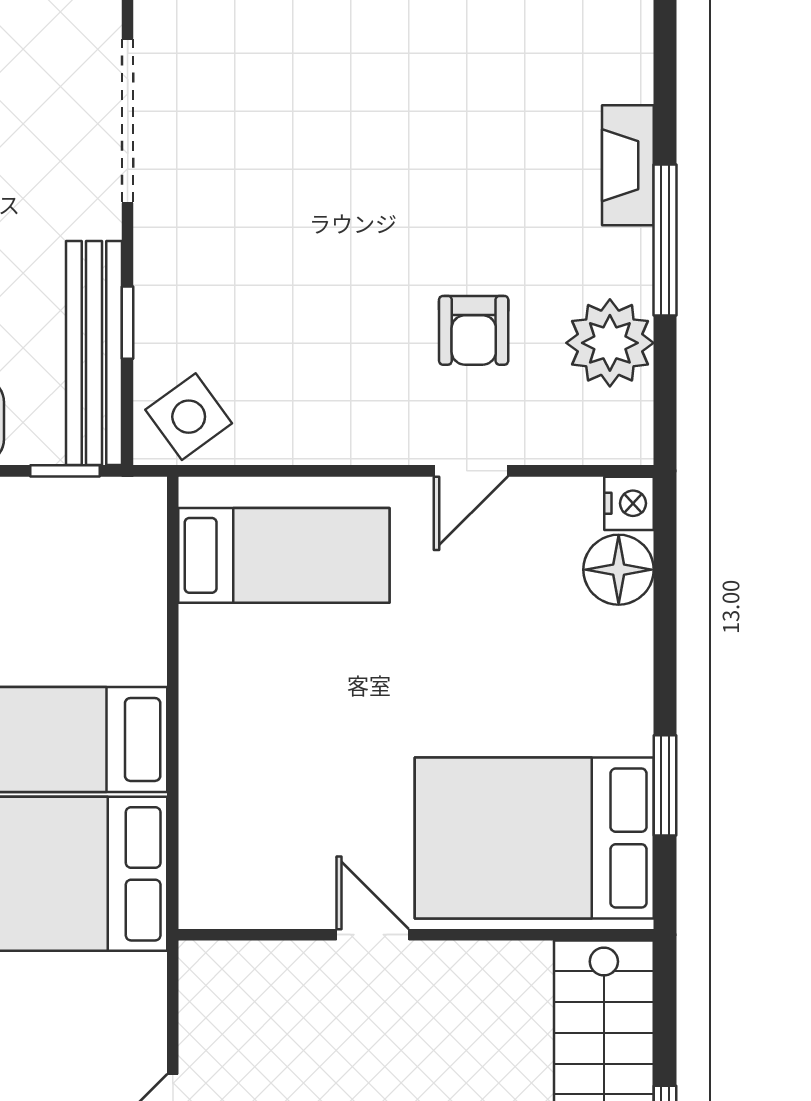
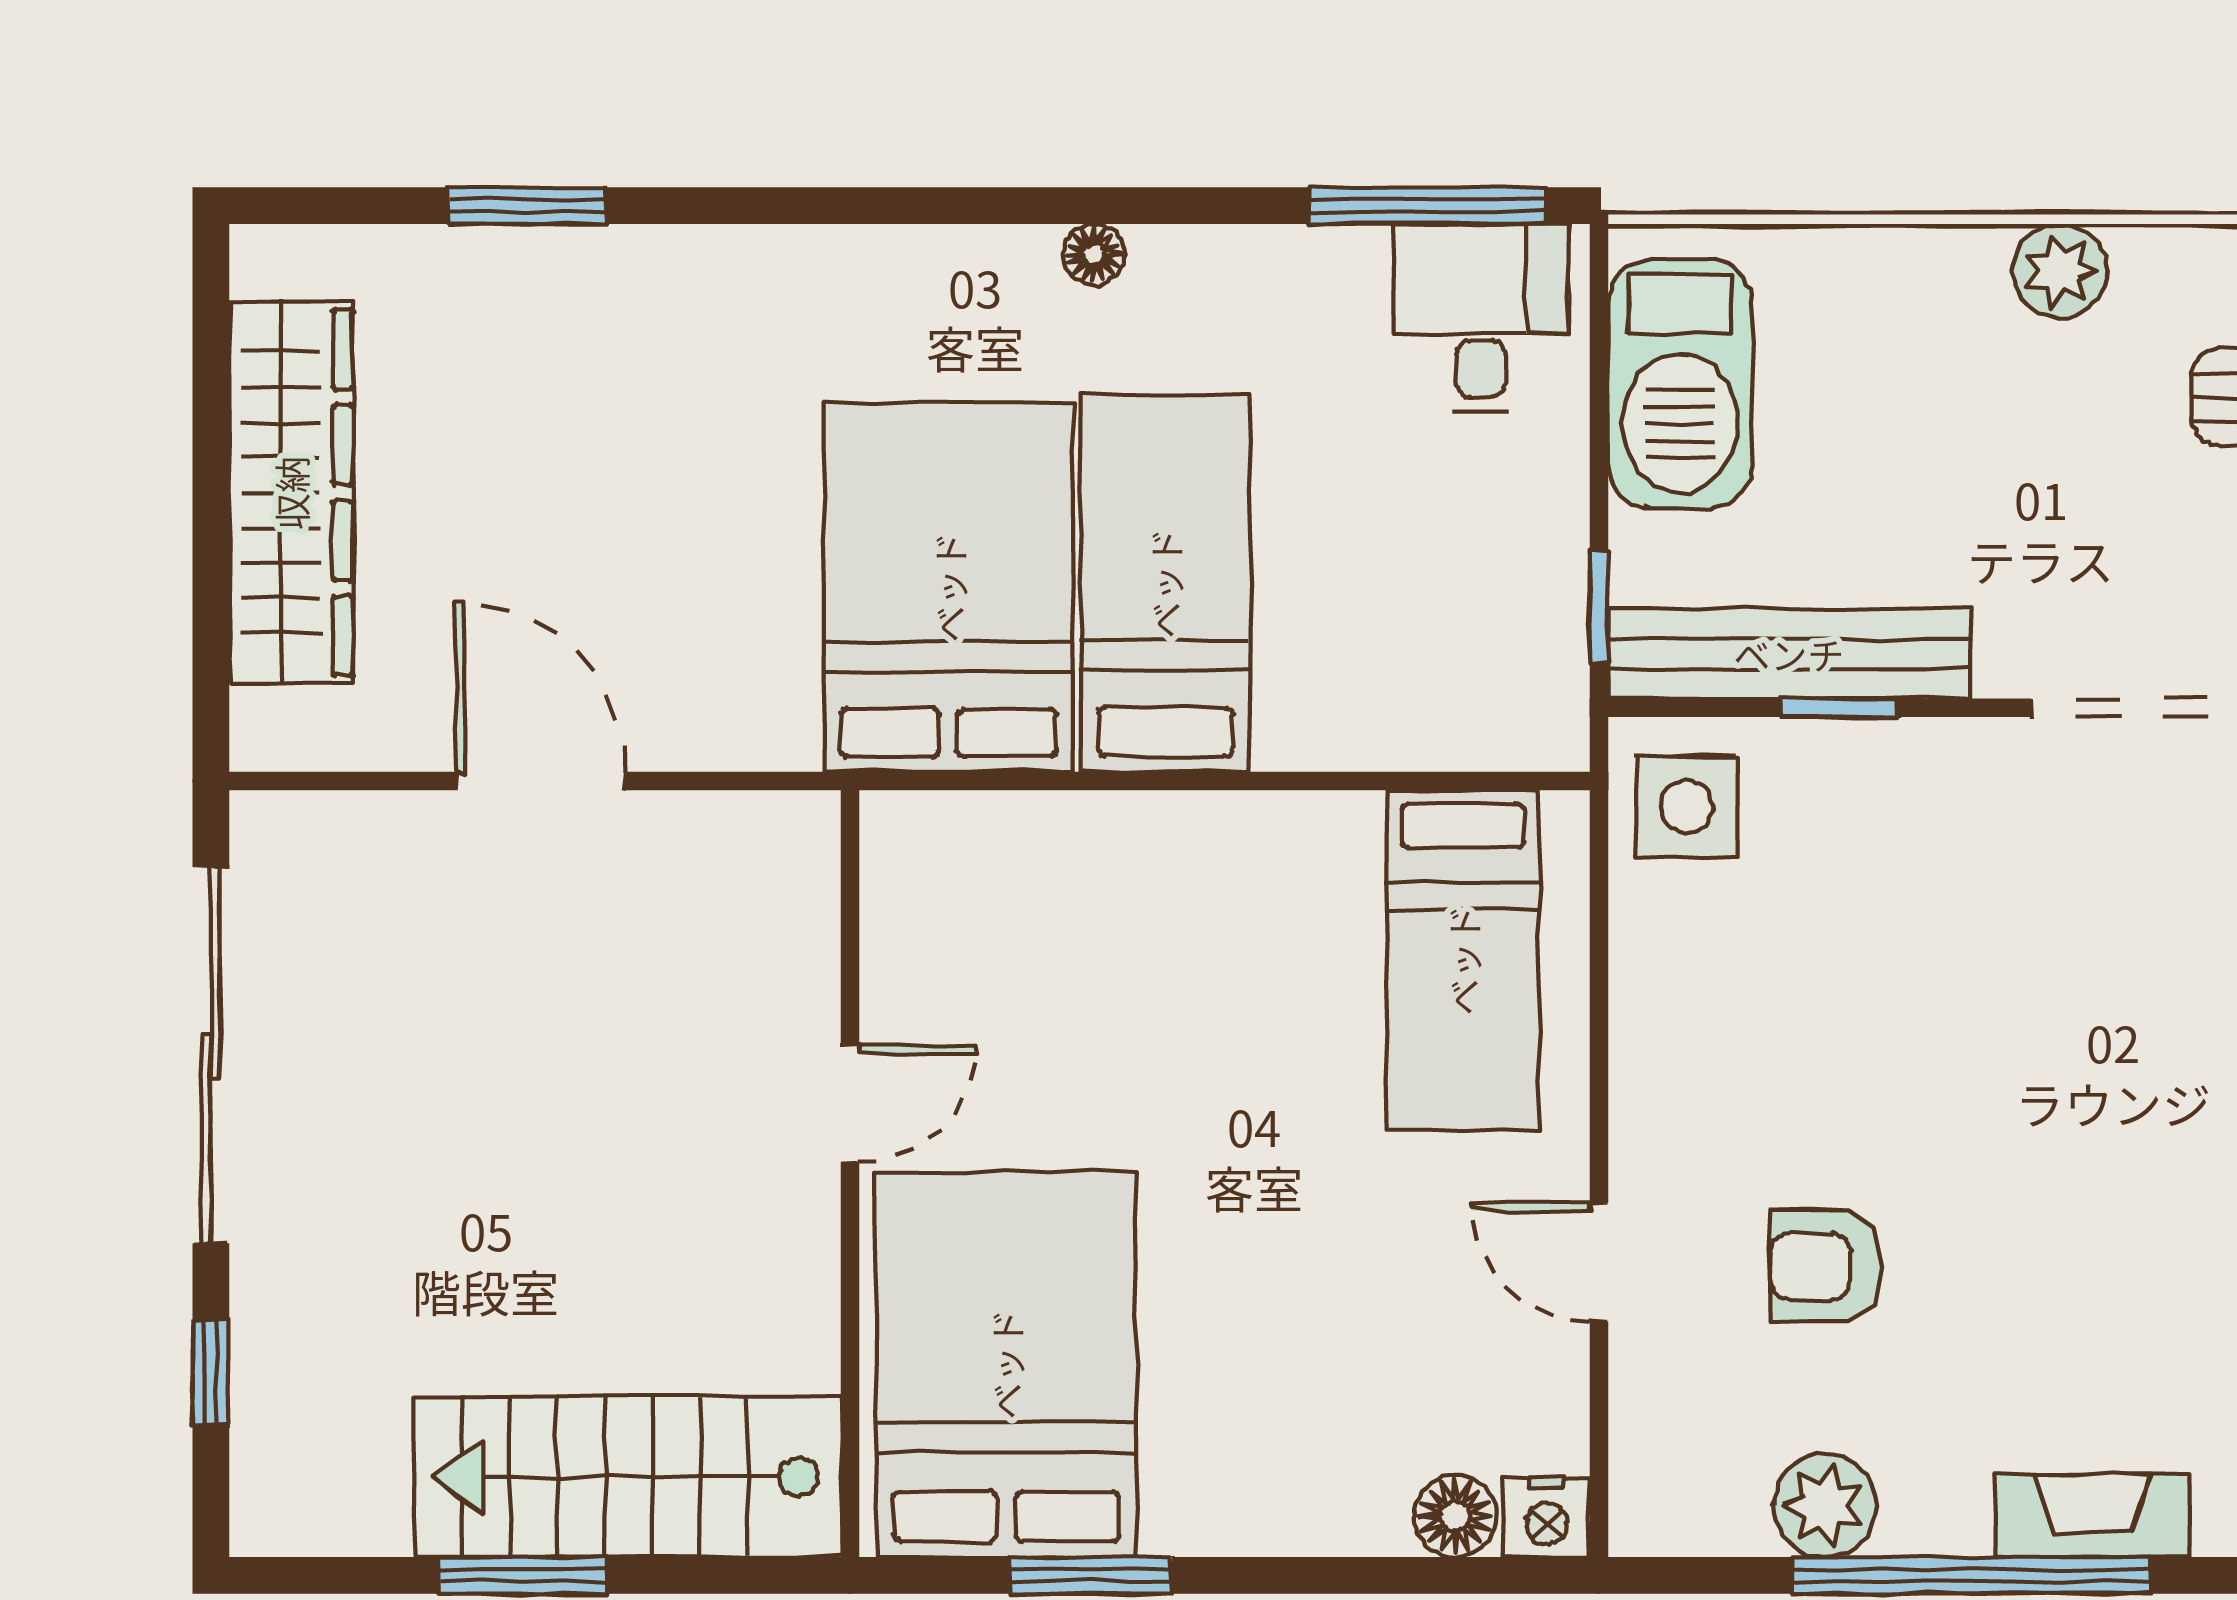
window: (665, 240) -> (1972, 1575), width x1.46
plant: (610, 343) -> (1825, 1505), width x0.73, depth x0.73
side table: (189, 417) -> (1687, 807), turned 36
floor lamp: (619, 570) -> (1455, 1516), width x0.73, depth x0.73

